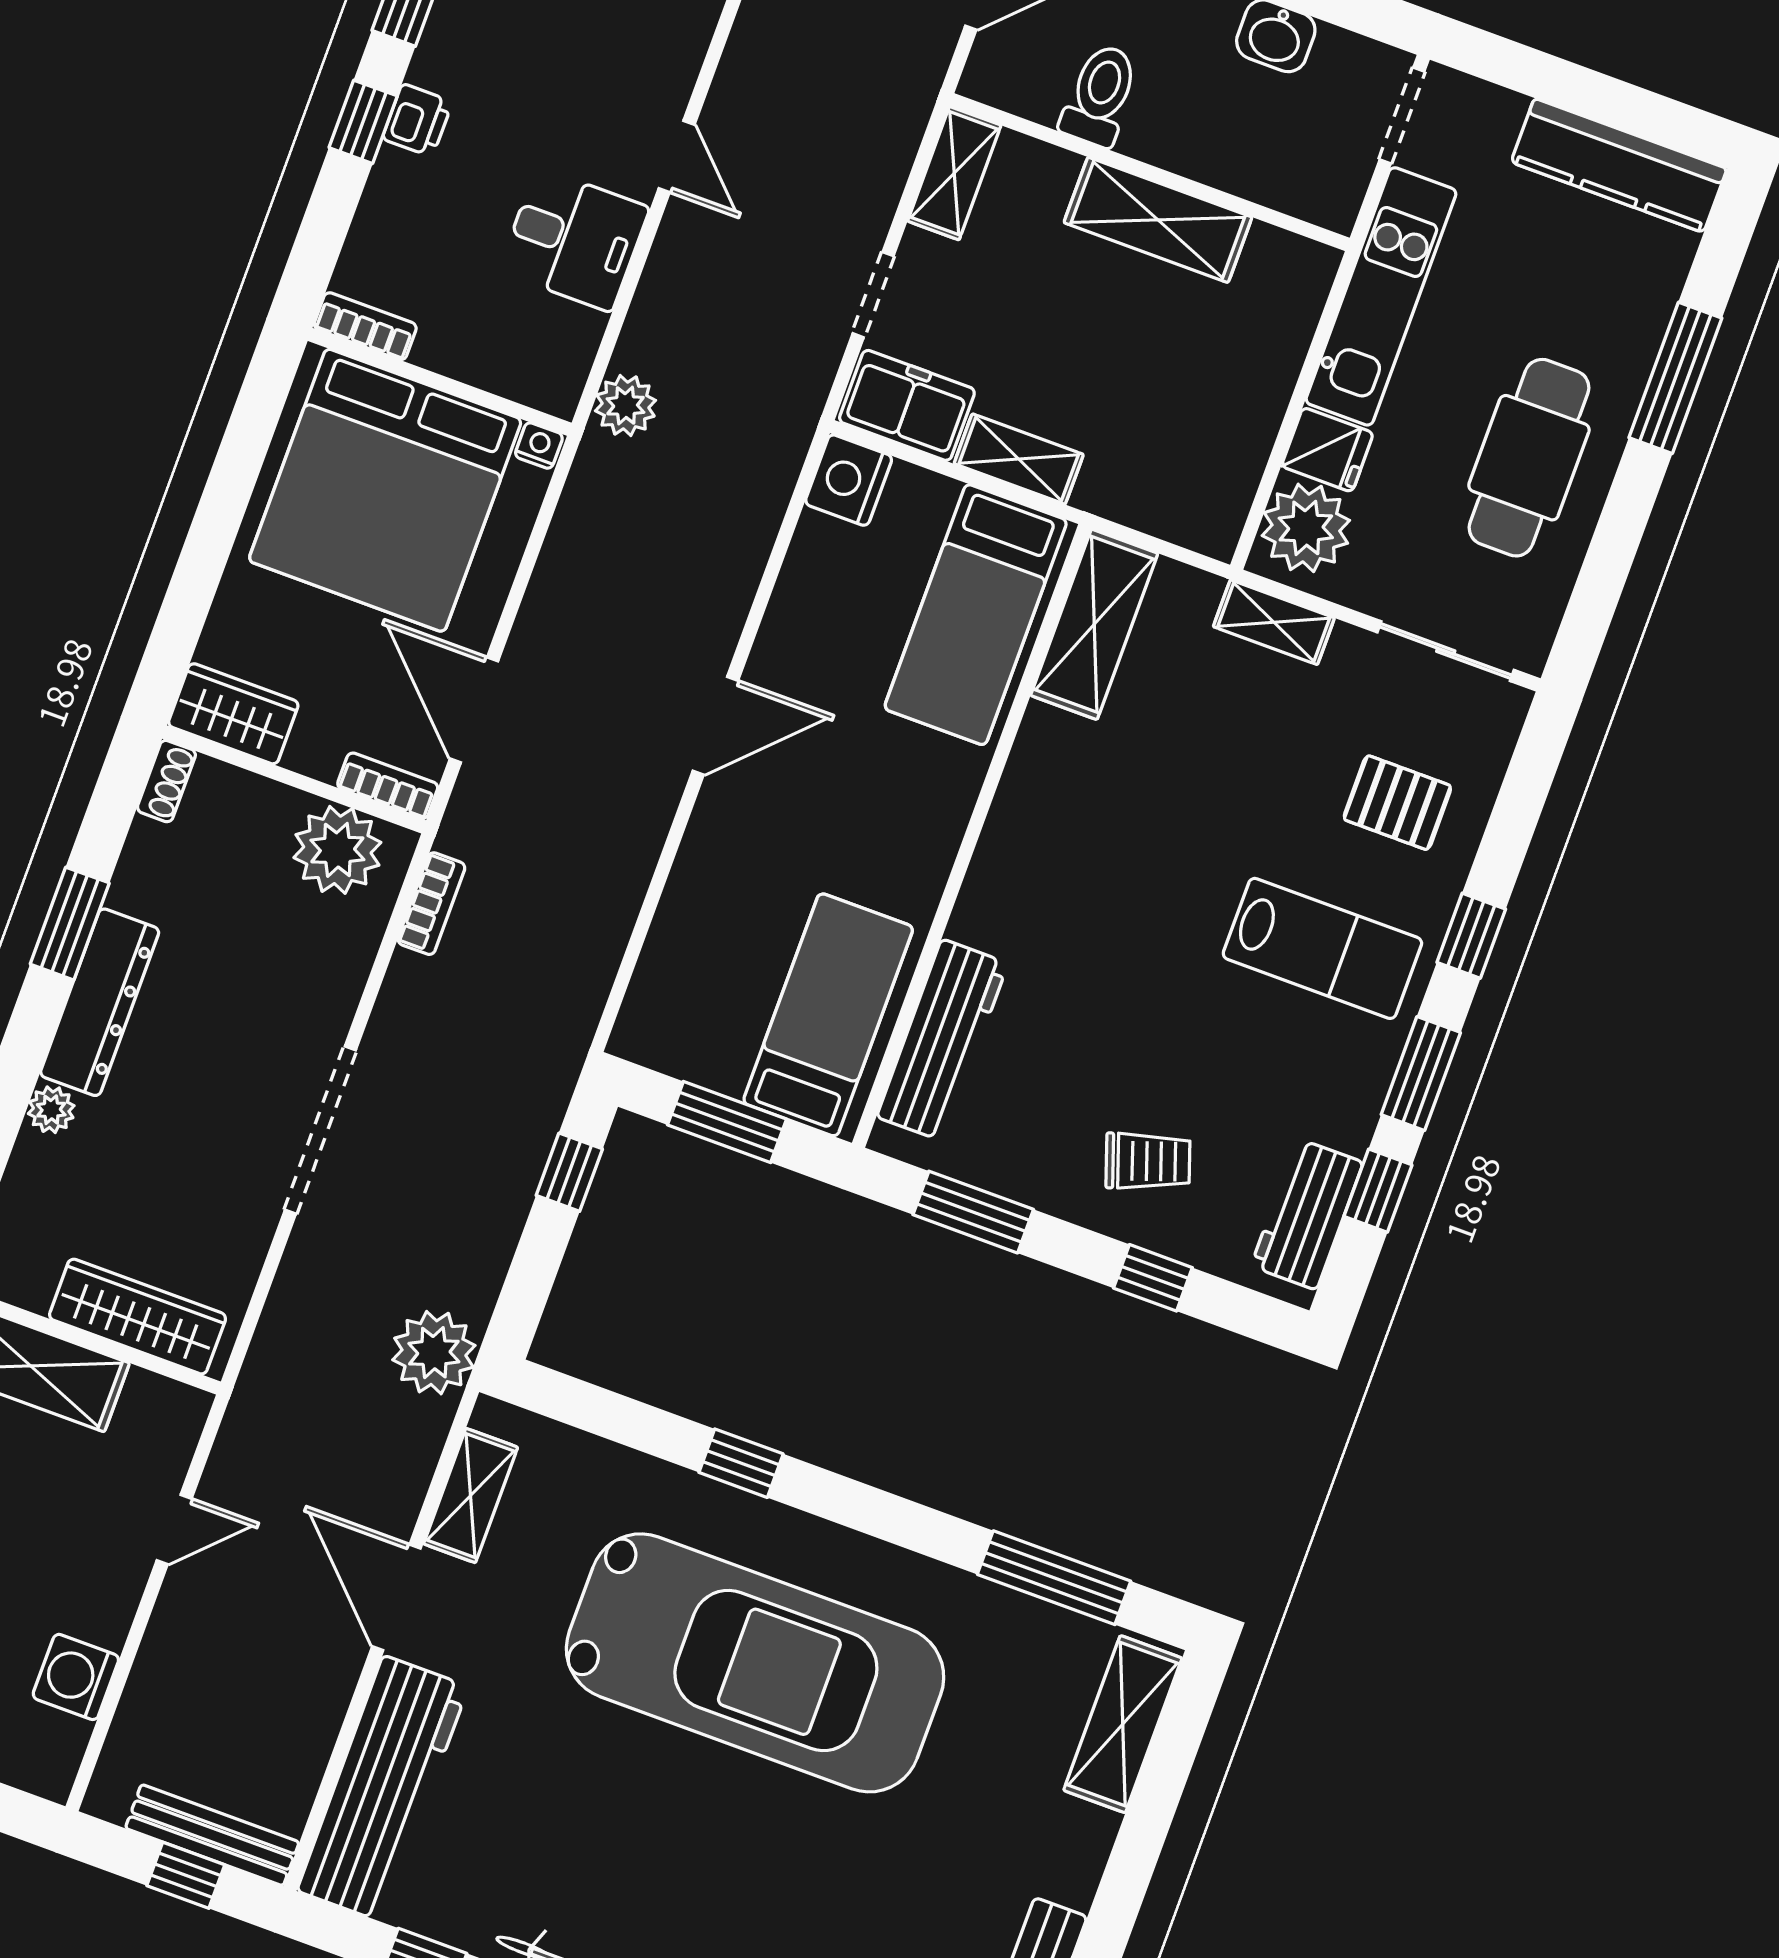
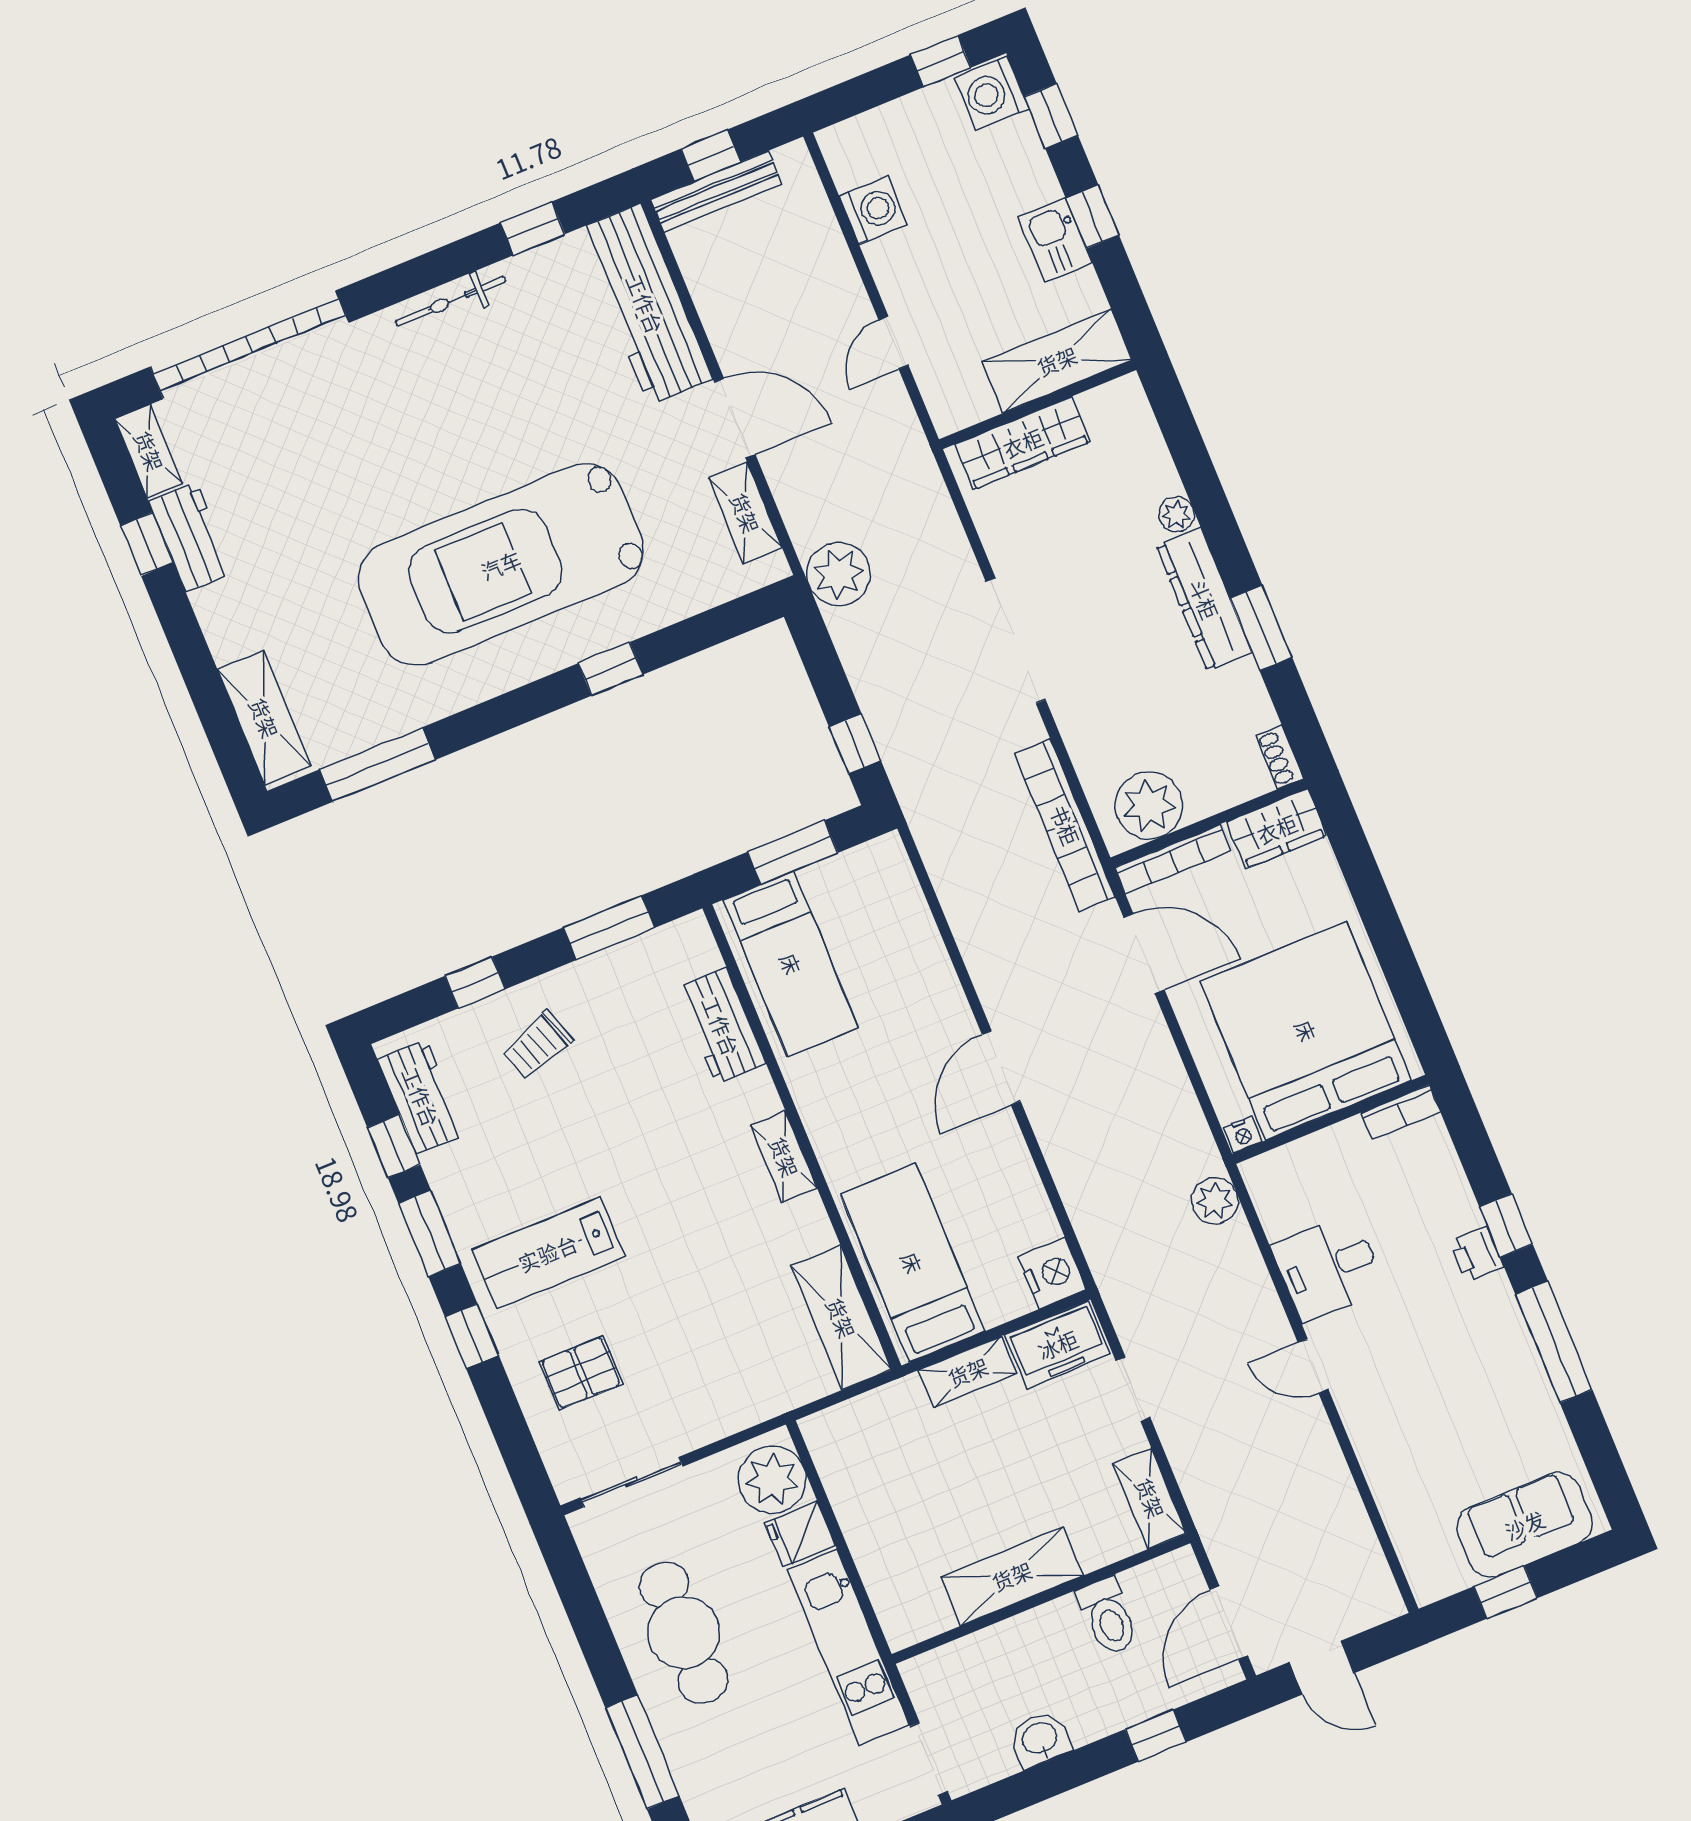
shelving: (1274, 622) -> (784, 1157), moved, turned 90
bookcase: (388, 786) -> (1173, 859), width x1.56
bookcase: (431, 904) -> (1065, 825), width x2.31, depth x1.31
workbench: (942, 1040) -> (721, 1026), width x0.73

